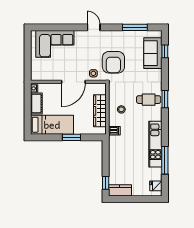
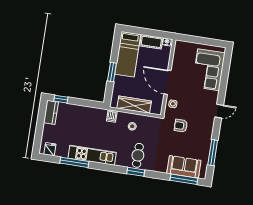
window: (165, 51) -> (184, 179), width x2.17
armchair: (113, 62) -> (181, 126), width x0.53, depth x0.53

